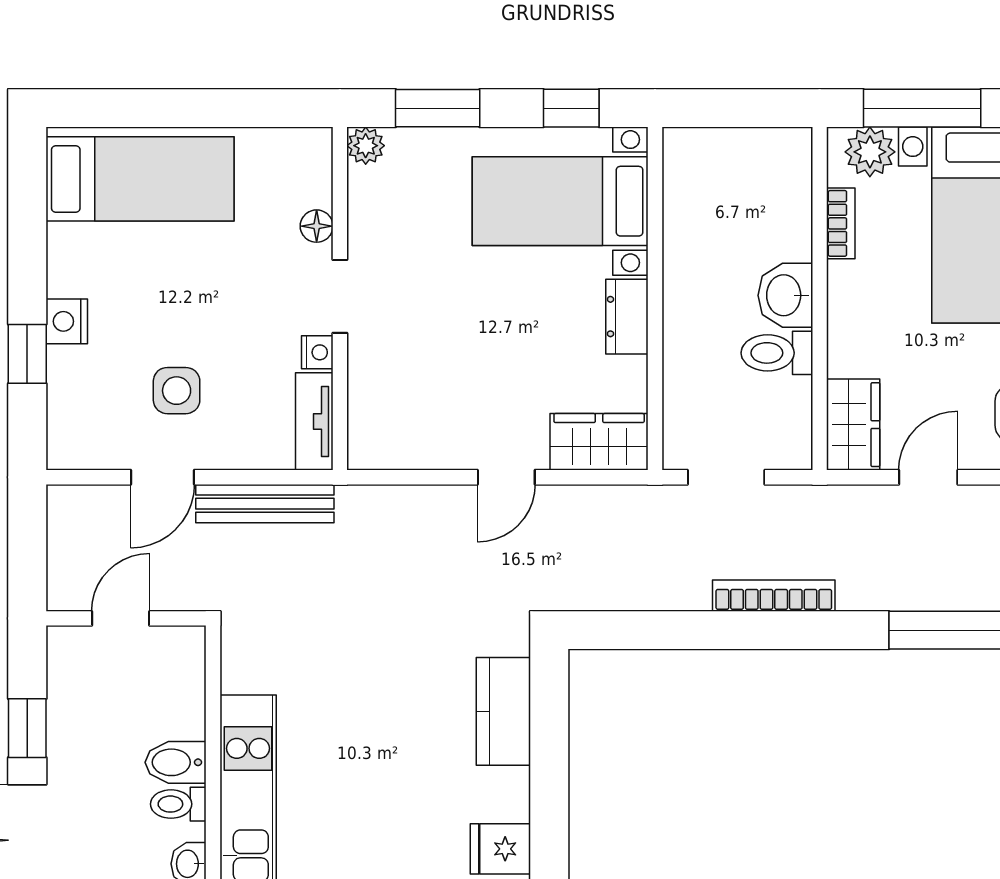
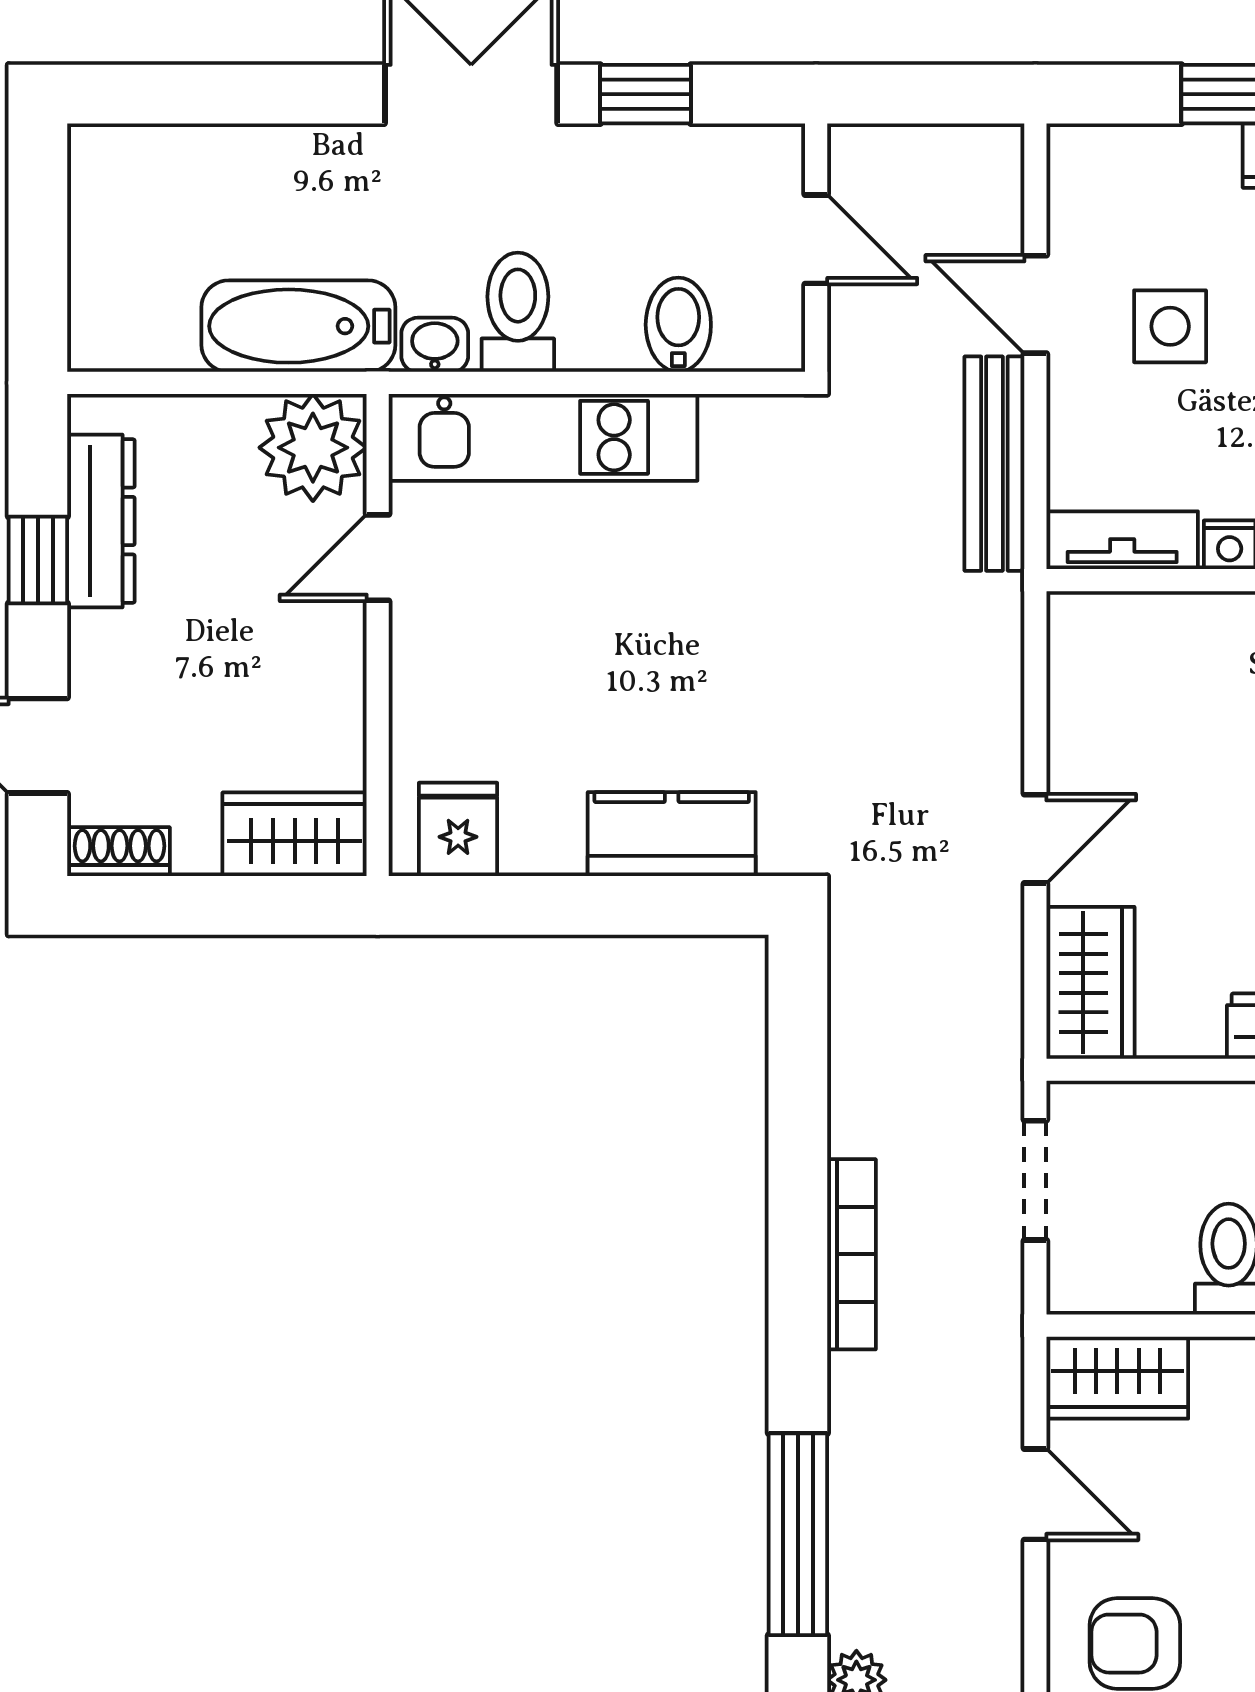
door: (506, 477) -> (1035, 839), swing flipped
bidet: (176, 762) -> (678, 325), moved
toilet: (178, 804) -> (518, 312), width x1.37, depth x1.39

